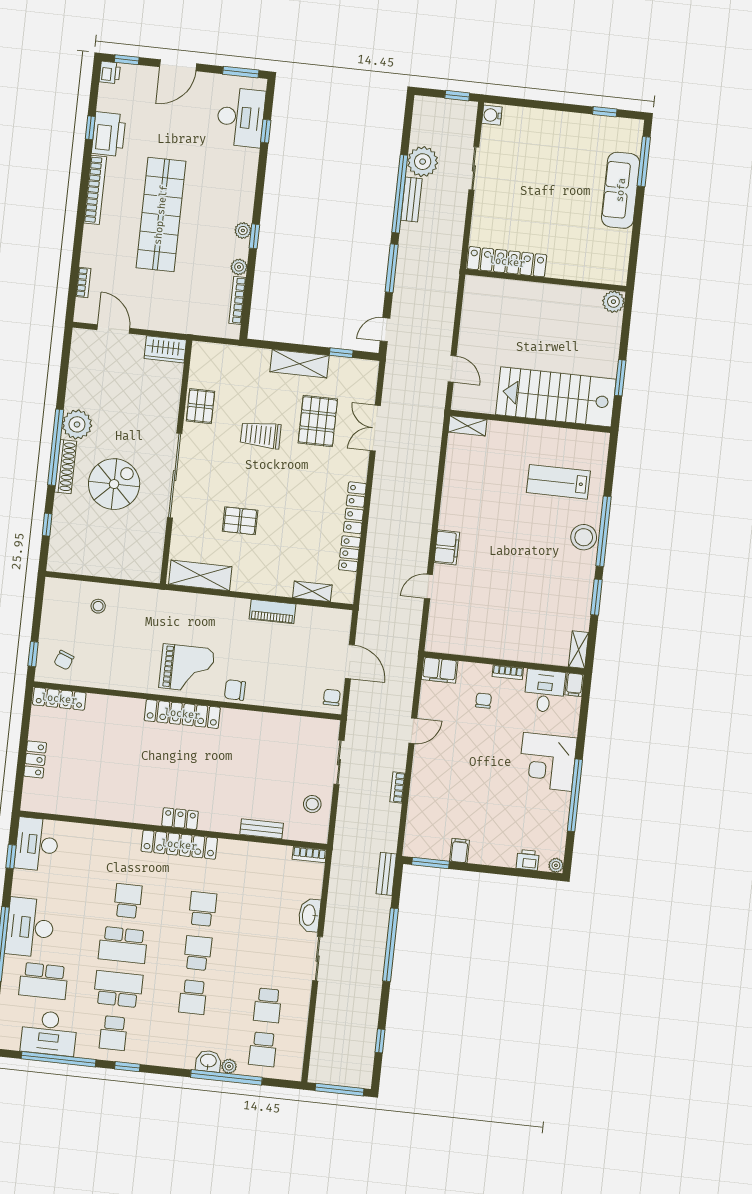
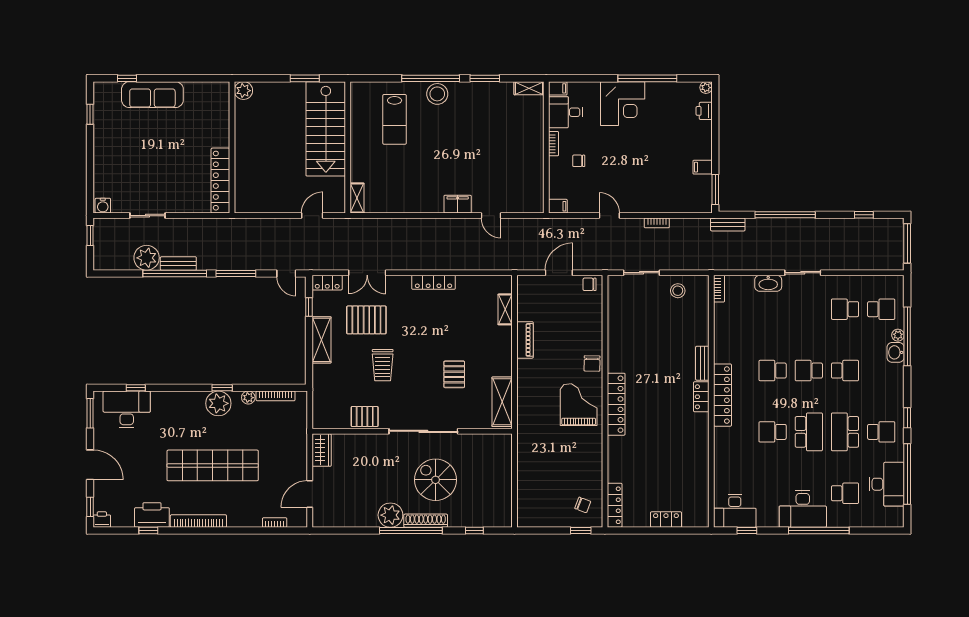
window: (644, 162) -> (127, 78), width x0.46
plant: (243, 231) -> (218, 403), width x1.87, depth x1.87
locker: (349, 554) -> (327, 283), moved
stool: (98, 606) -> (536, 482), removed
filing cabinet: (440, 670) -> (558, 206), width x0.50
bench: (262, 829) -> (702, 363), moved
school desk: (43, 981) -> (845, 493), width x0.54
school desk: (268, 1005) -> (845, 309), turned 180

